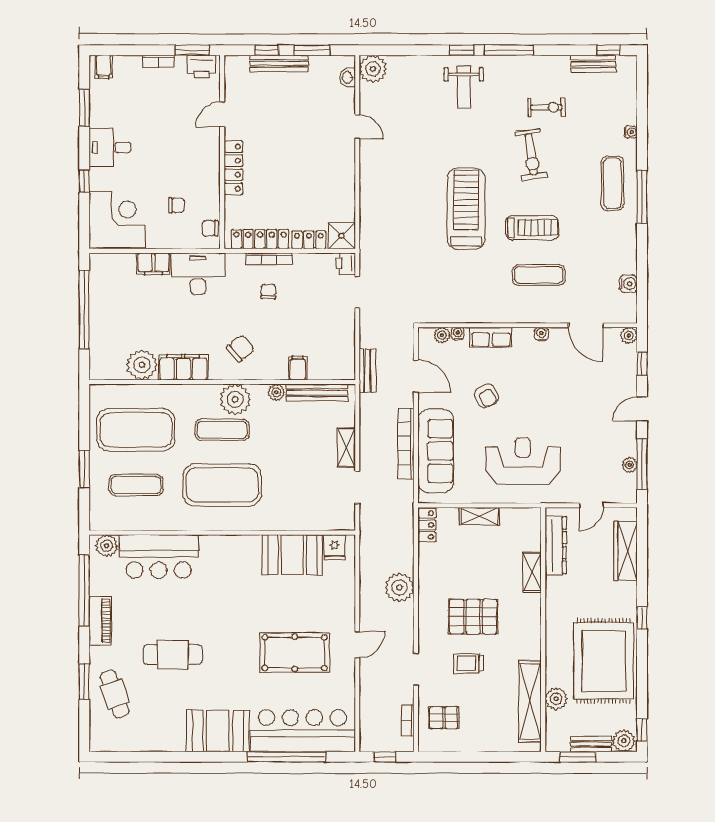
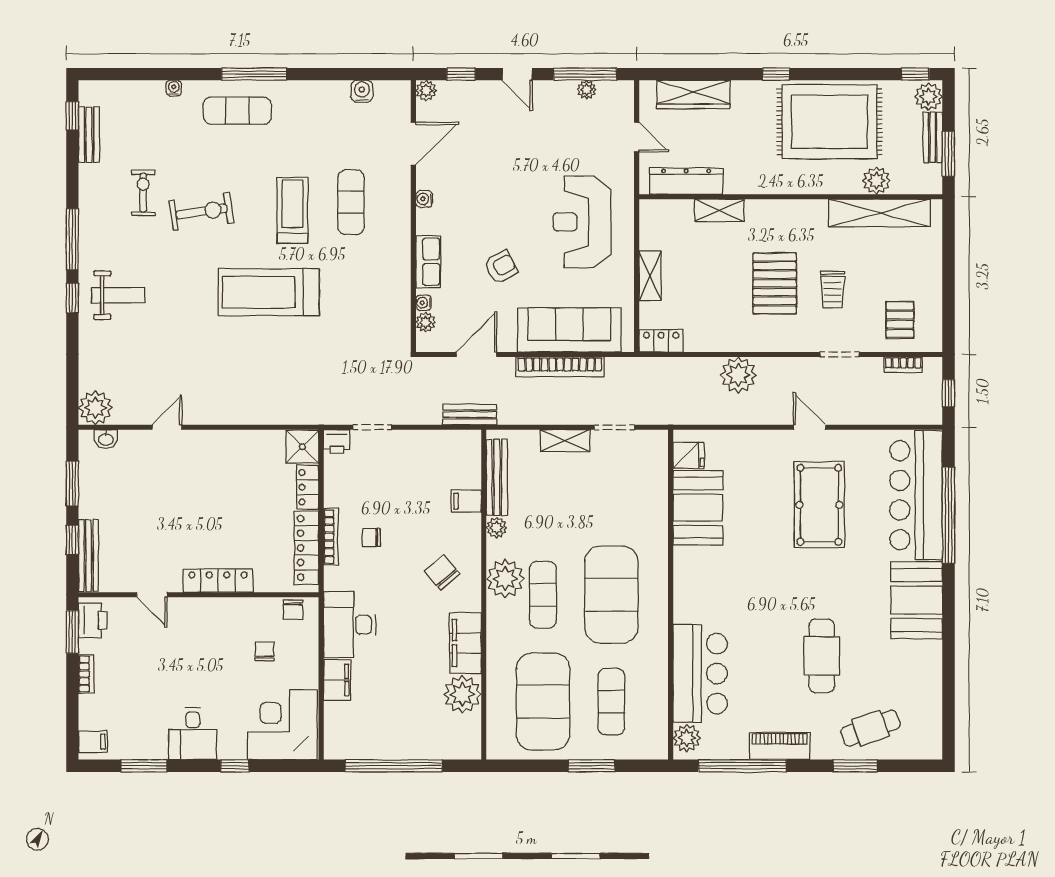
bench: (279, 63) -> (89, 556), moved

